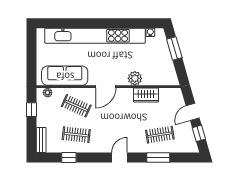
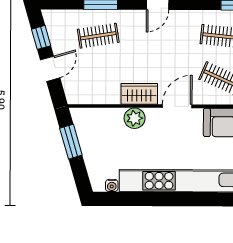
window: (174, 48) -> (71, 142), moved
wardrobe: (146, 95) -> (139, 94), moved

